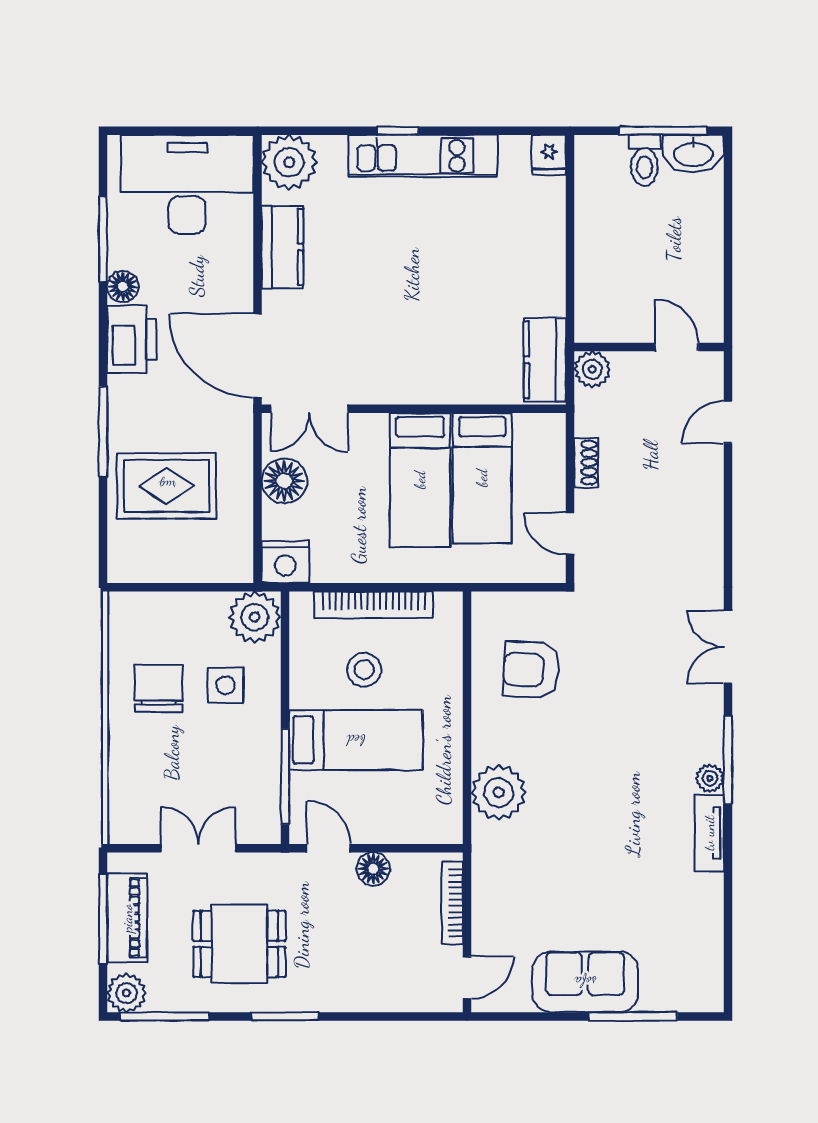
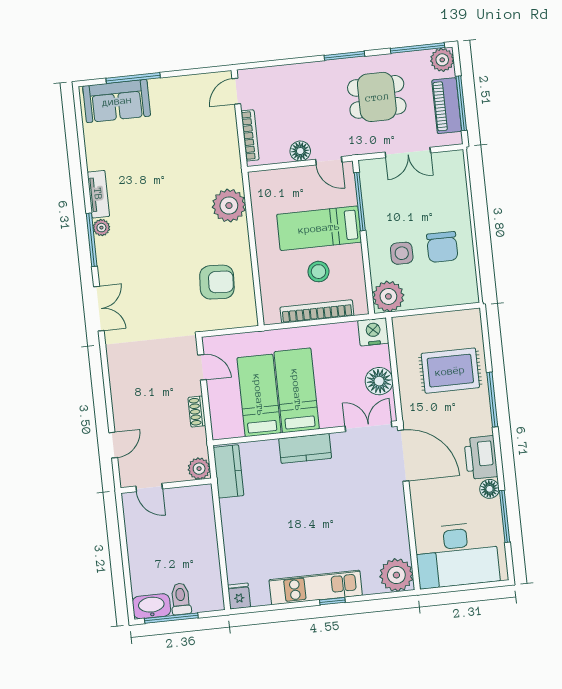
kitchen counter: (282, 247) -> (305, 448), moved, turned -90
sofa: (585, 982) -> (117, 101), moved

